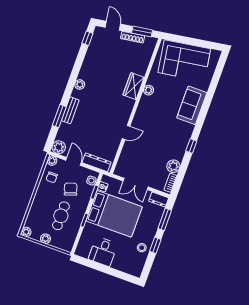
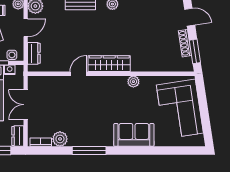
door: (113, 26) -> (190, 17), hinge flipped
wardrobe: (134, 86) -> (109, 64), moved, width x1.50
door: (126, 132) -> (78, 74), swing flipped
window: (191, 146) -> (89, 151), width x2.17
dresser: (97, 162) -> (34, 53), width x0.70

